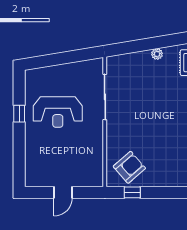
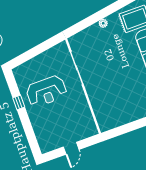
armchair: (129, 167) -> (113, 113), removed
window: (132, 192) -> (121, 130), removed

